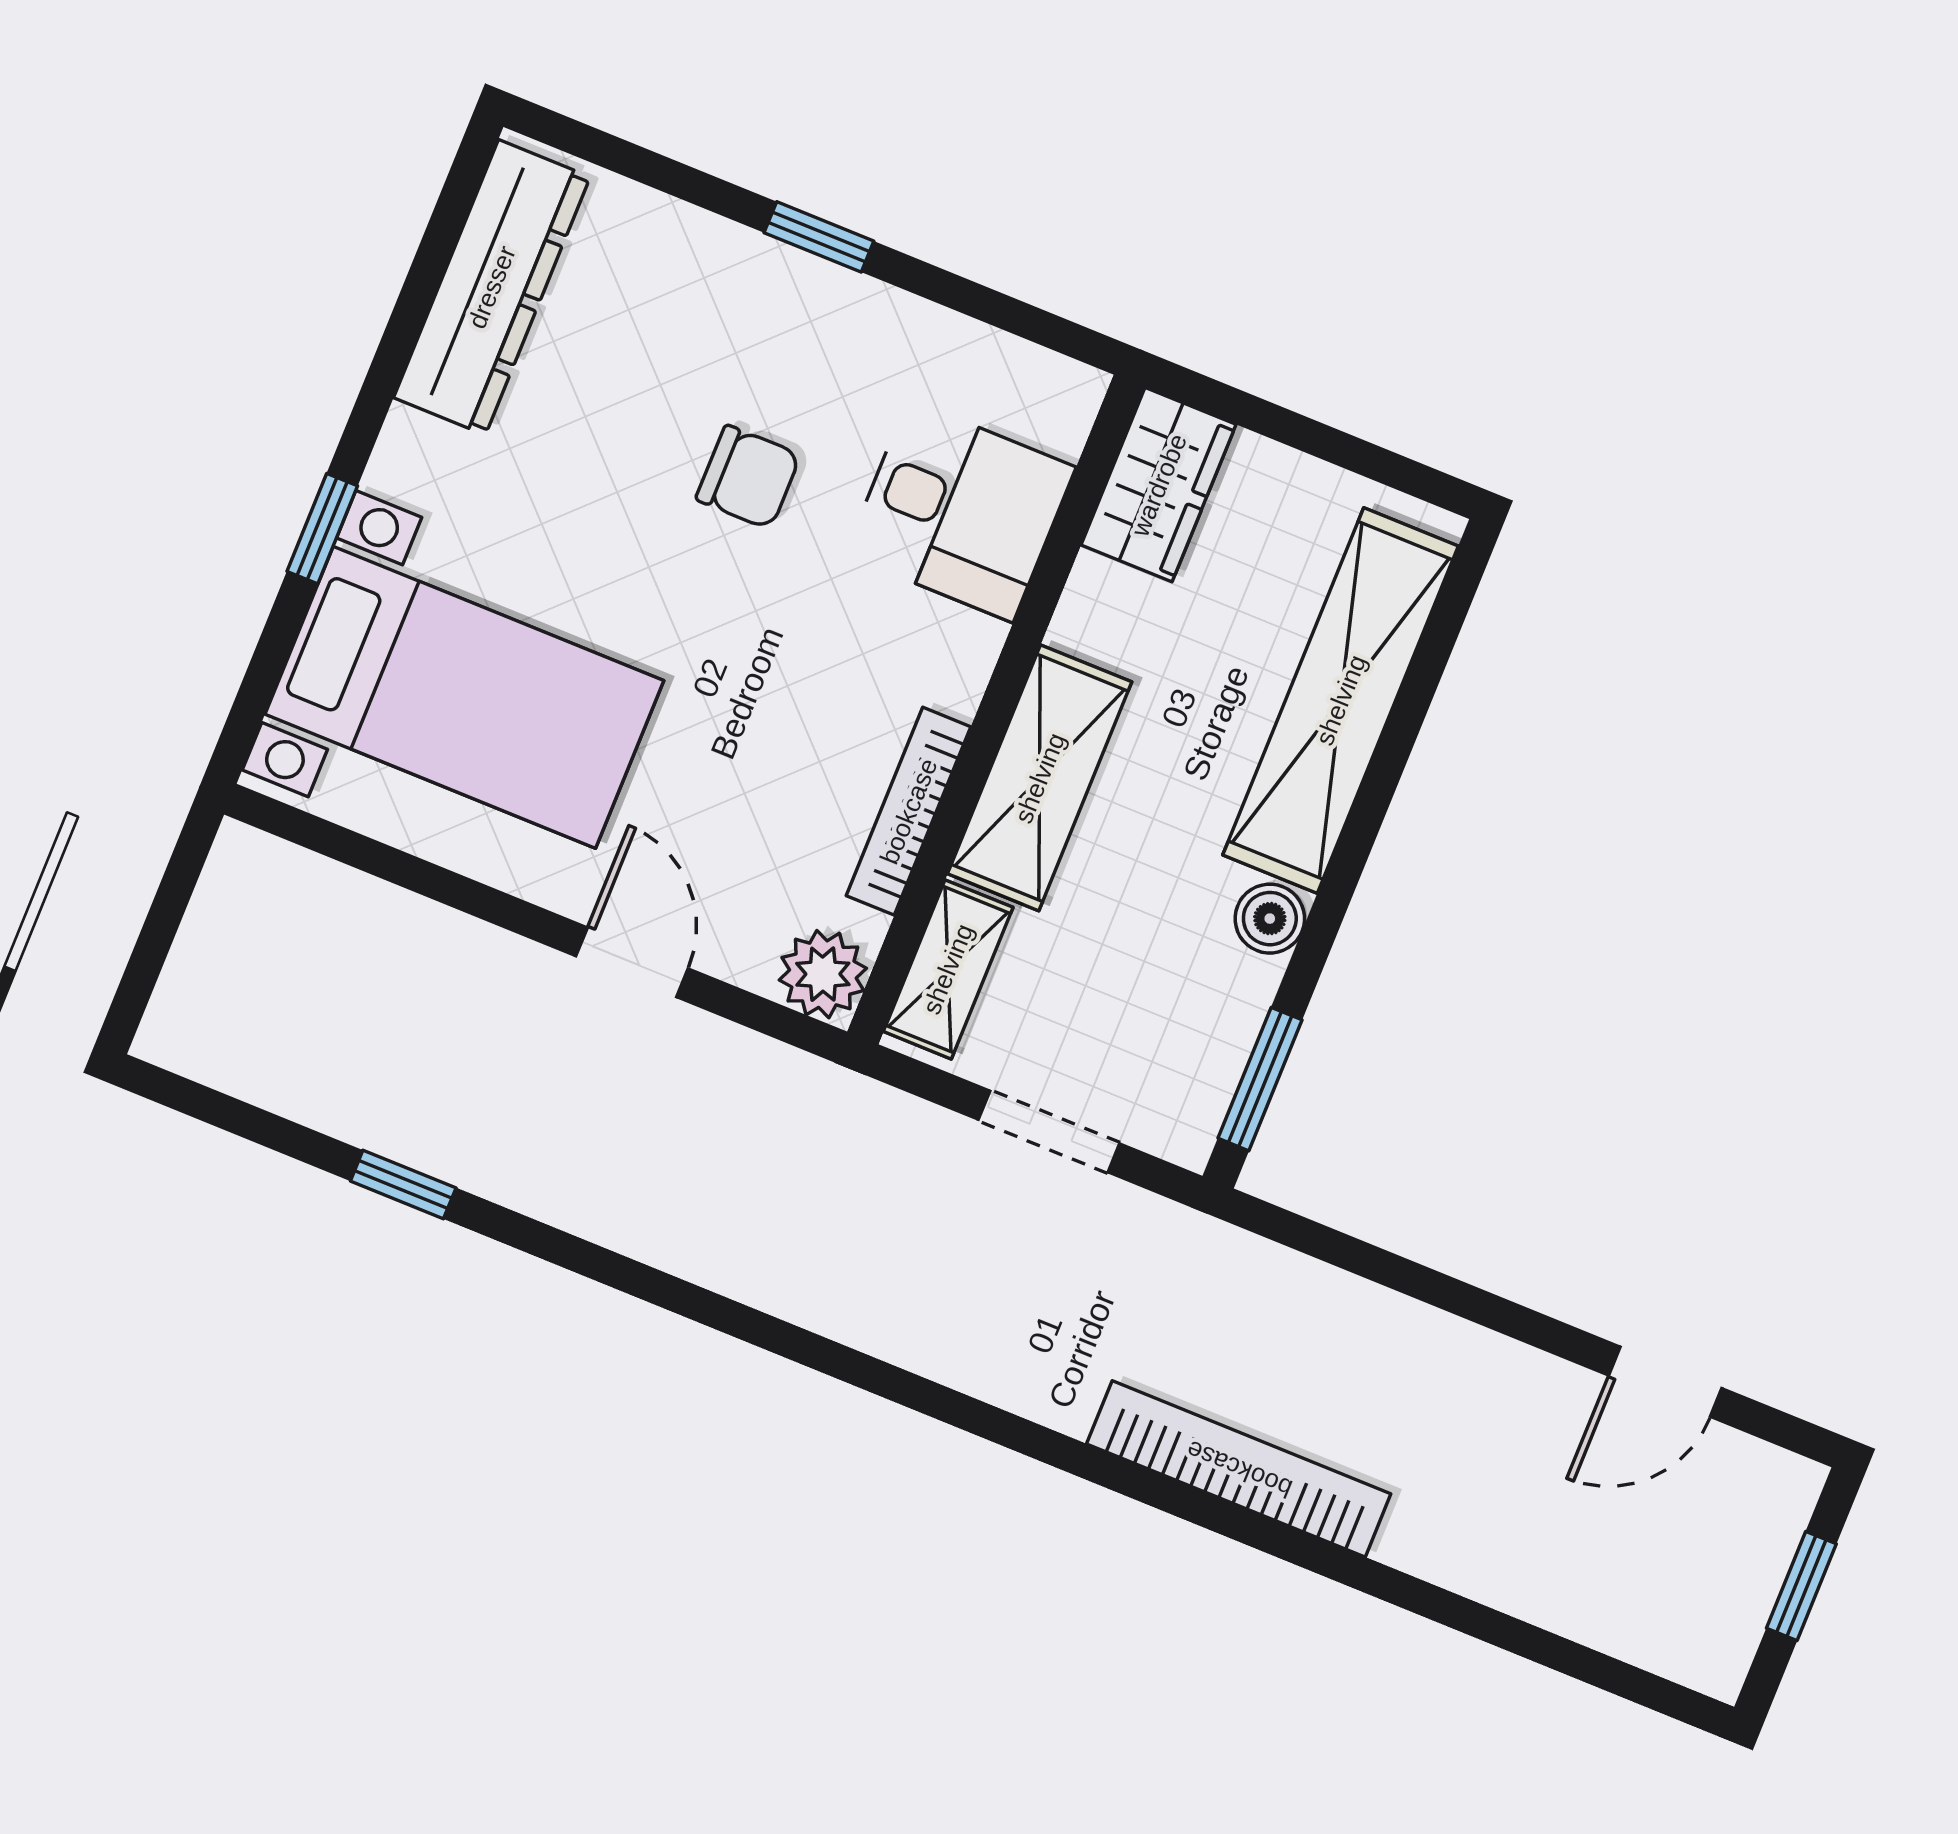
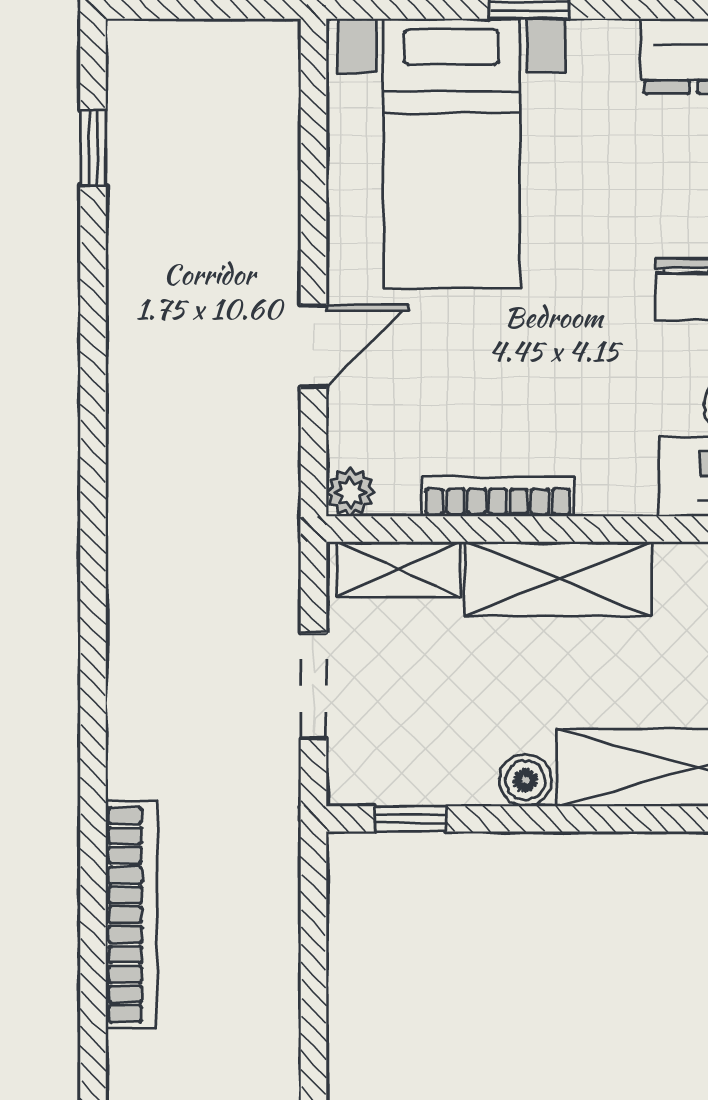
plant: (823, 974) -> (350, 492), width x0.73, depth x0.73
window: (1260, 1079) -> (410, 819), width x0.67
window: (403, 1184) -> (93, 148), moved

